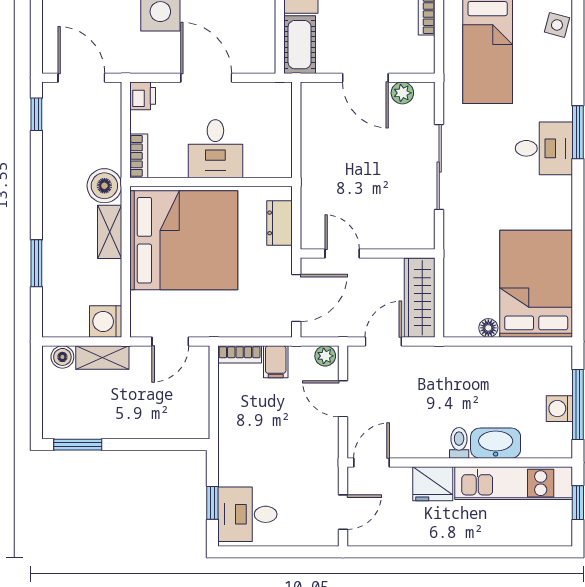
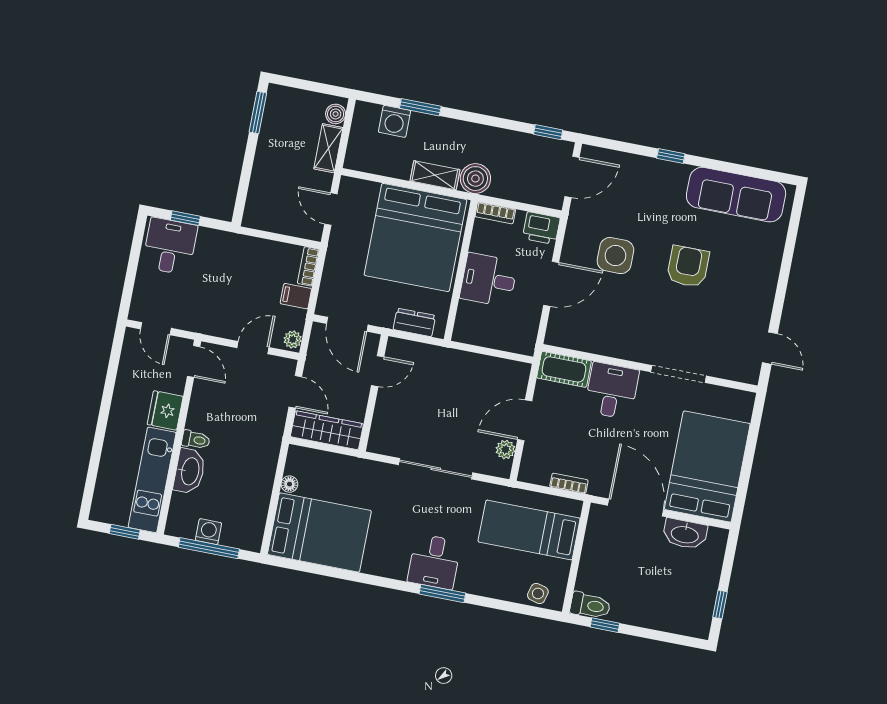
printer: (143, 96) -> (541, 228), width x1.36, depth x1.24
washing machine: (106, 321) -> (395, 121), moved, turned 180

